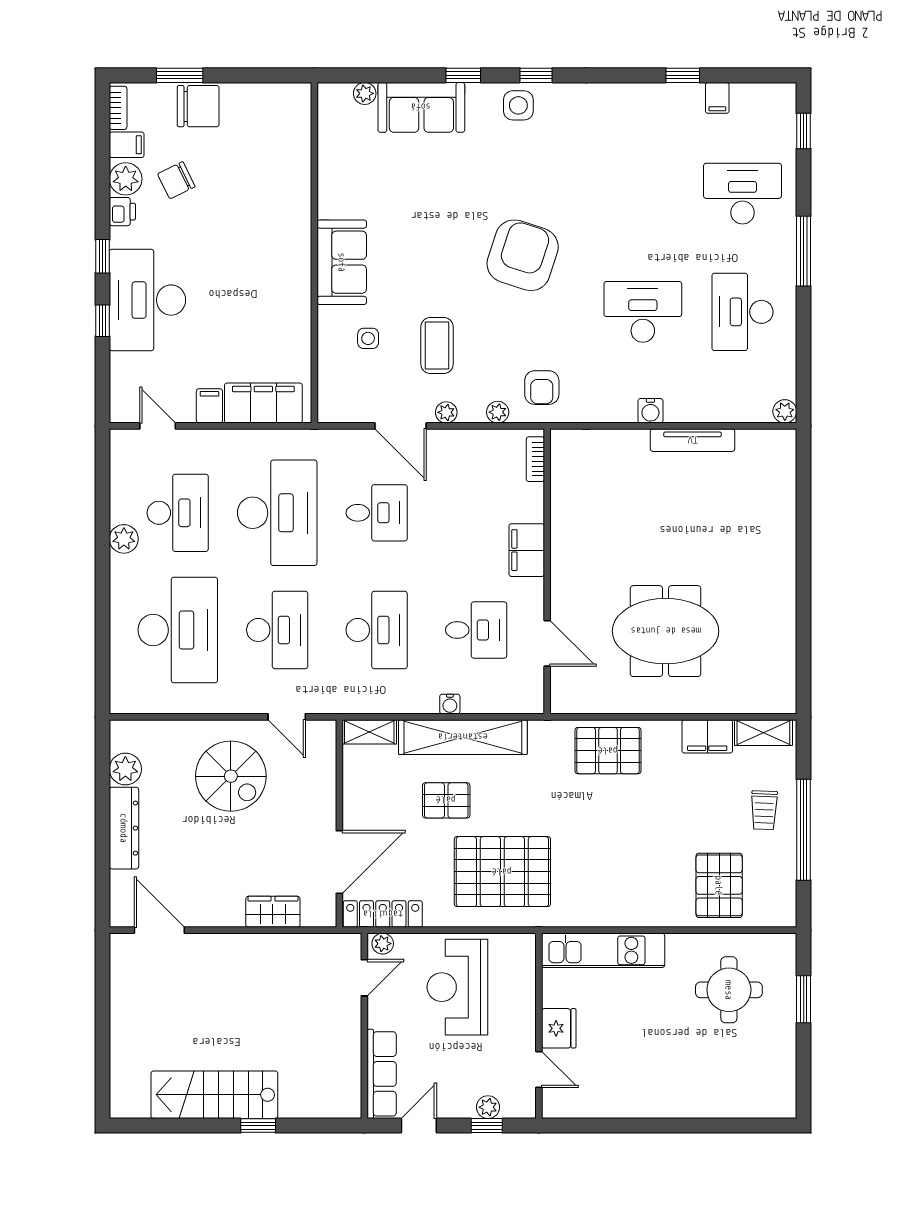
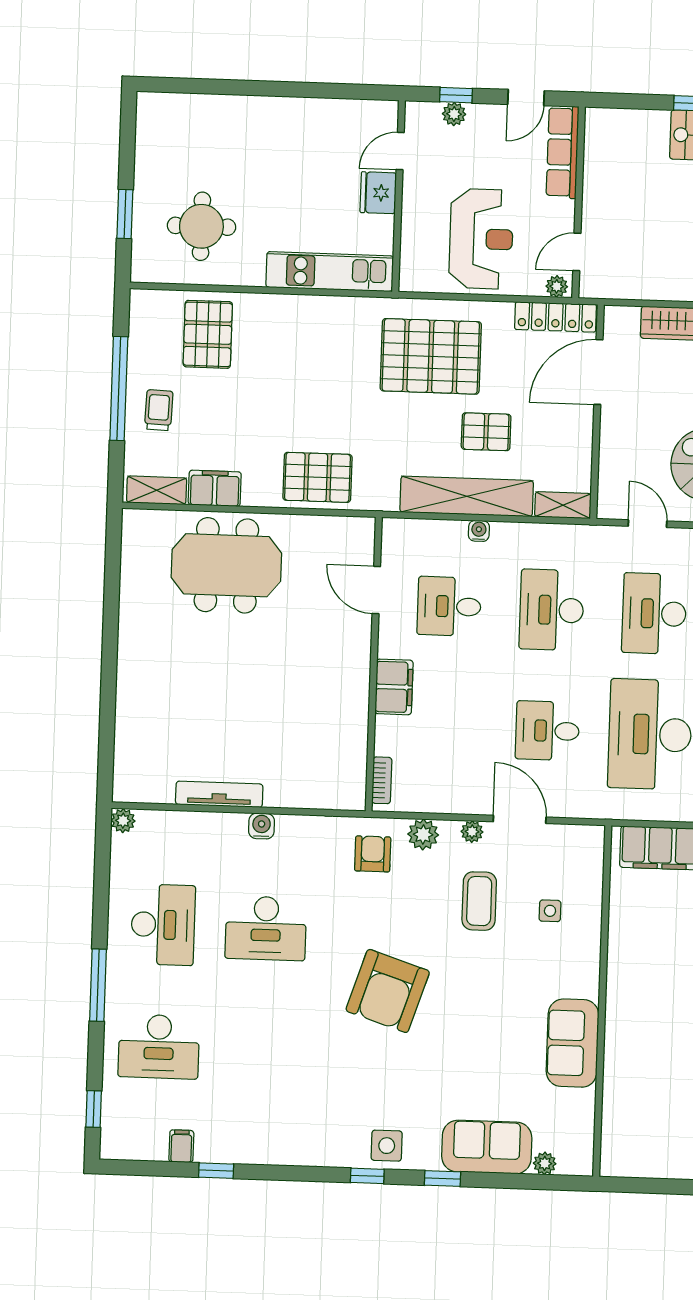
sofa: (342, 262) -> (573, 1043), moved
plant: (498, 412) -> (423, 834), width x1.38, depth x1.38
meeting table: (666, 631) -> (226, 565), moved
door: (539, 1070) -> (400, 151), hinge flipped

